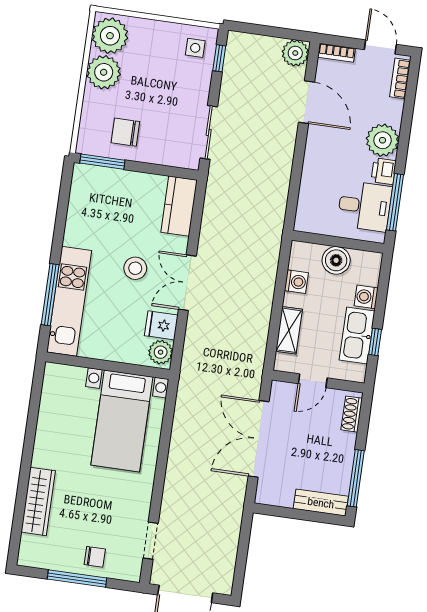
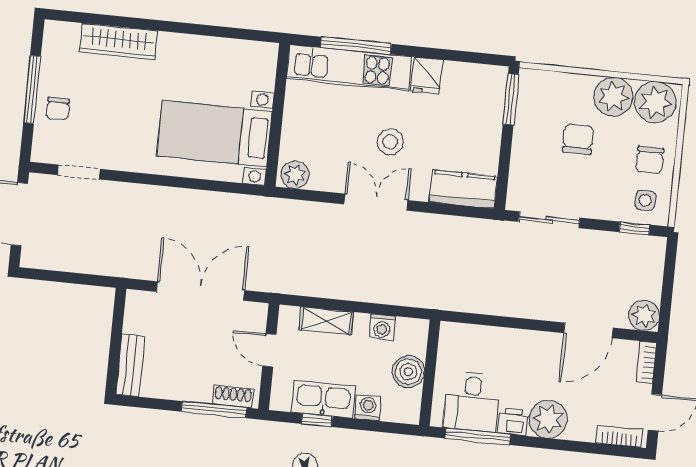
chair: (160, 43) -> (650, 160), added
chair: (125, 132) -> (578, 139), moved
fridge: (161, 325) -> (427, 76), moved, turned 180
window: (356, 478) -> (214, 410), moved

